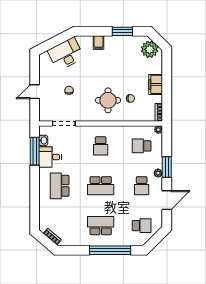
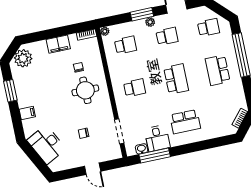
school desk: (142, 146) -> (125, 45), turned -90
school desk: (142, 226) -> (209, 27), turned 90

